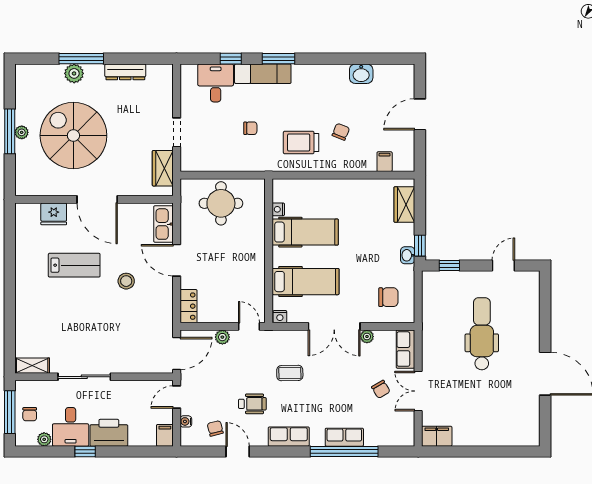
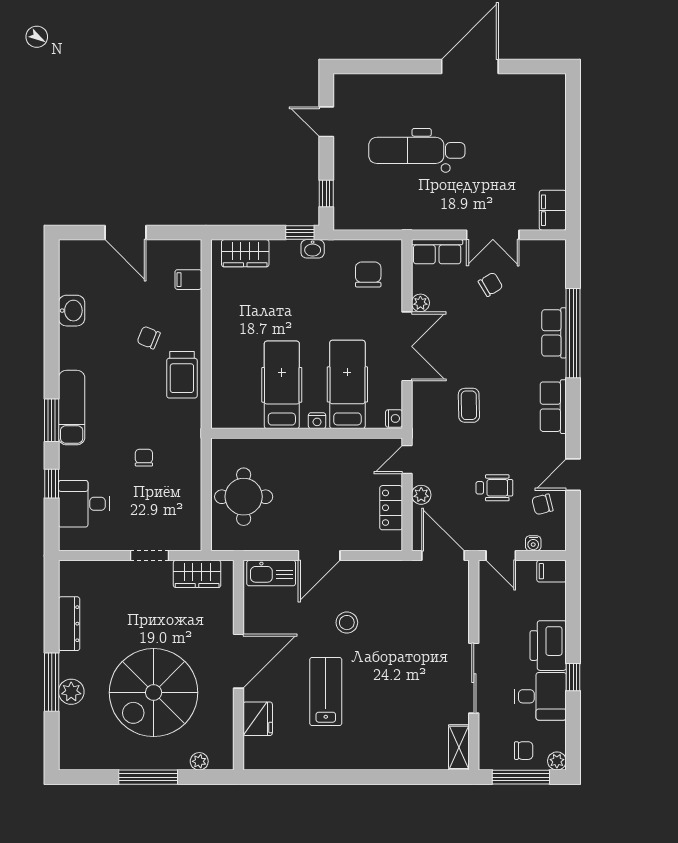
exam couch: (263, 74) -> (72, 408), moved
plant: (22, 132) -> (199, 761), moved
trolley: (301, 143) -> (182, 375), moved
nightstand: (278, 209) -> (317, 421), moved
locker: (189, 306) -> (391, 508), moved, turned -90
wheelchair: (252, 404) -> (494, 488), moved, turned 90
plant: (44, 439) -> (557, 761), moved

